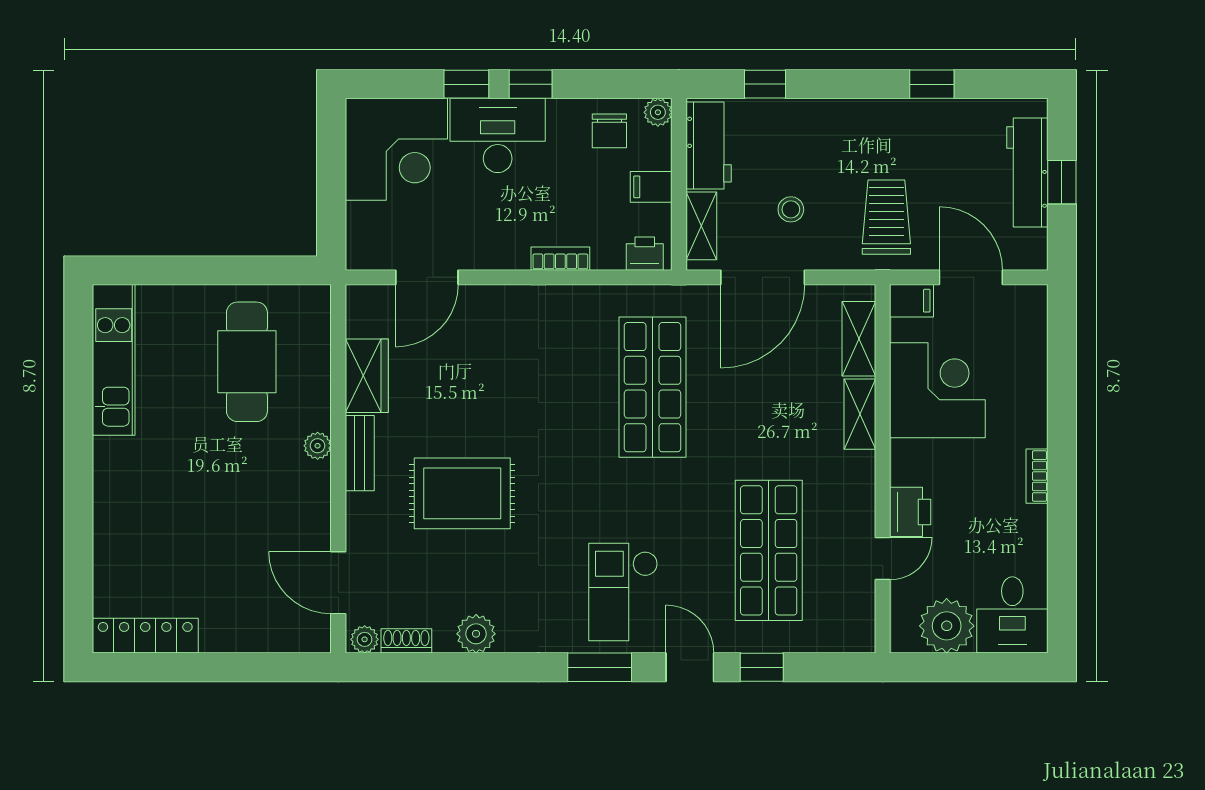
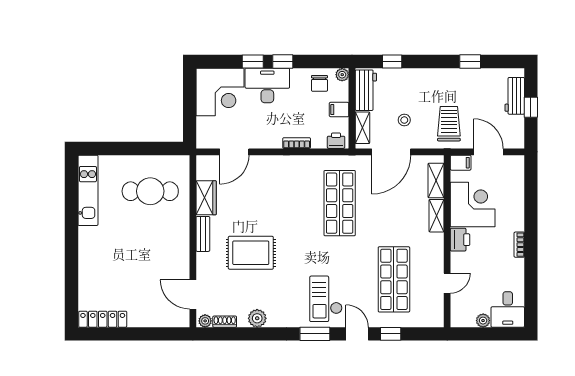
workbench: (1027, 172) -> (515, 96), width x0.73
cafe table: (247, 362) -> (150, 191), turned 90
plant: (318, 446) -> (183, 230), removed
printer: (910, 512) -> (460, 240), moved
plant: (947, 626) -> (483, 321), width x0.53, depth x0.53

